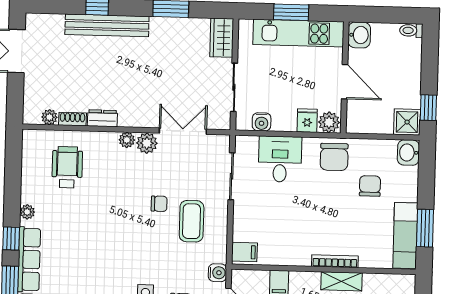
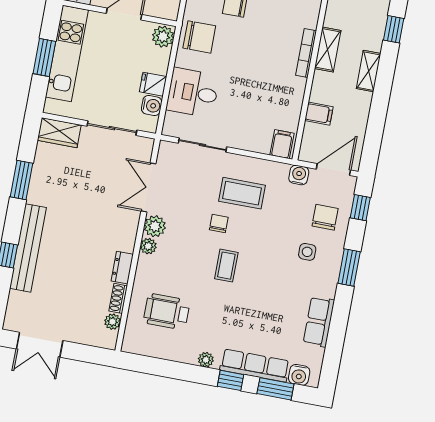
fridge: (307, 121) -> (153, 84), moved
coffee table: (120, 217) -> (226, 266), added

